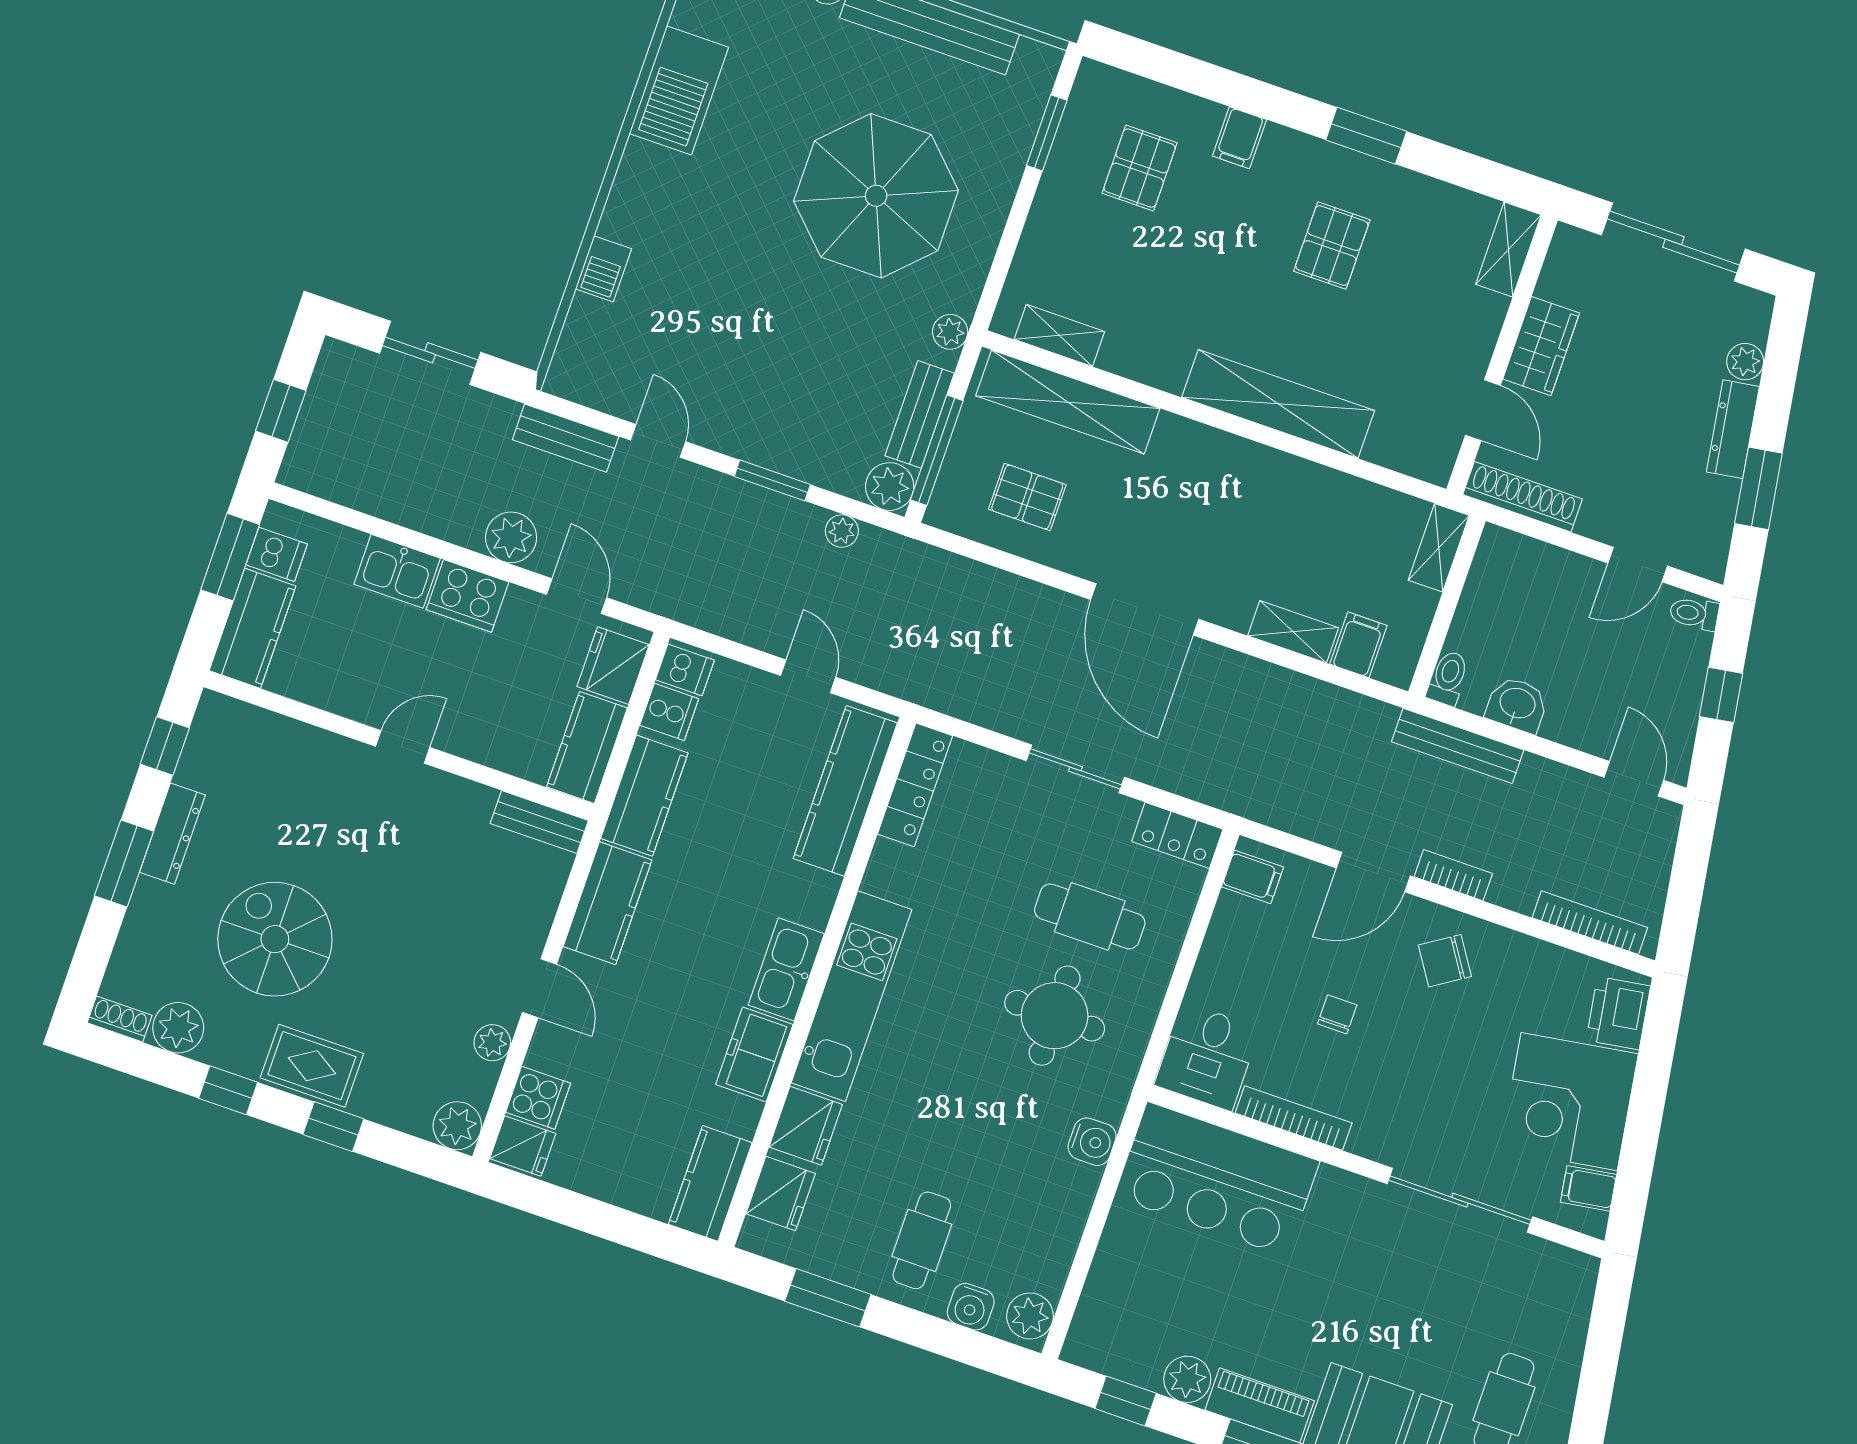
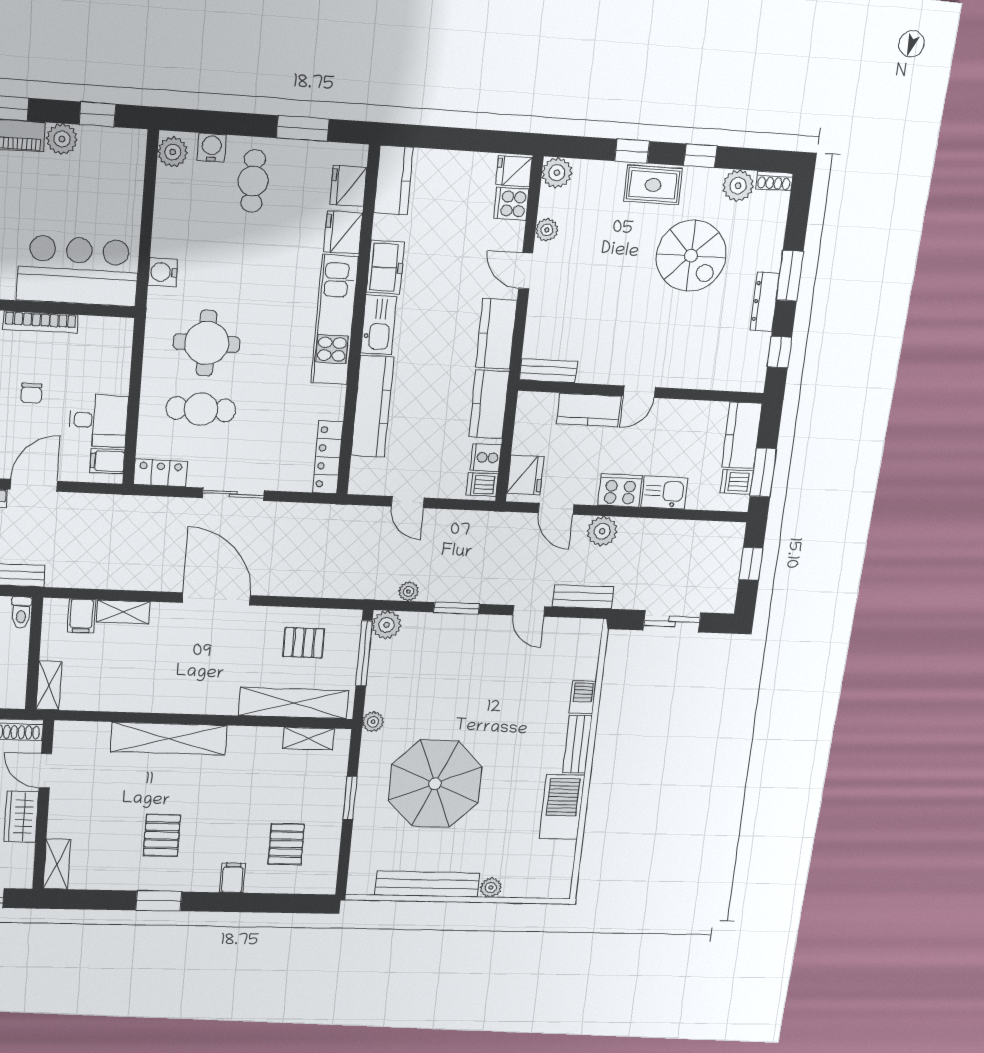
window: (1047, 133) -> (350, 798), moved
bench: (920, 414) -> (577, 744), moved
kitchen counter: (587, 747) -> (589, 410), moved, turned 90
kitchen counter: (845, 791) -> (372, 406), moved
desk: (1207, 1056) -> (98, 420), moved, turned 90

